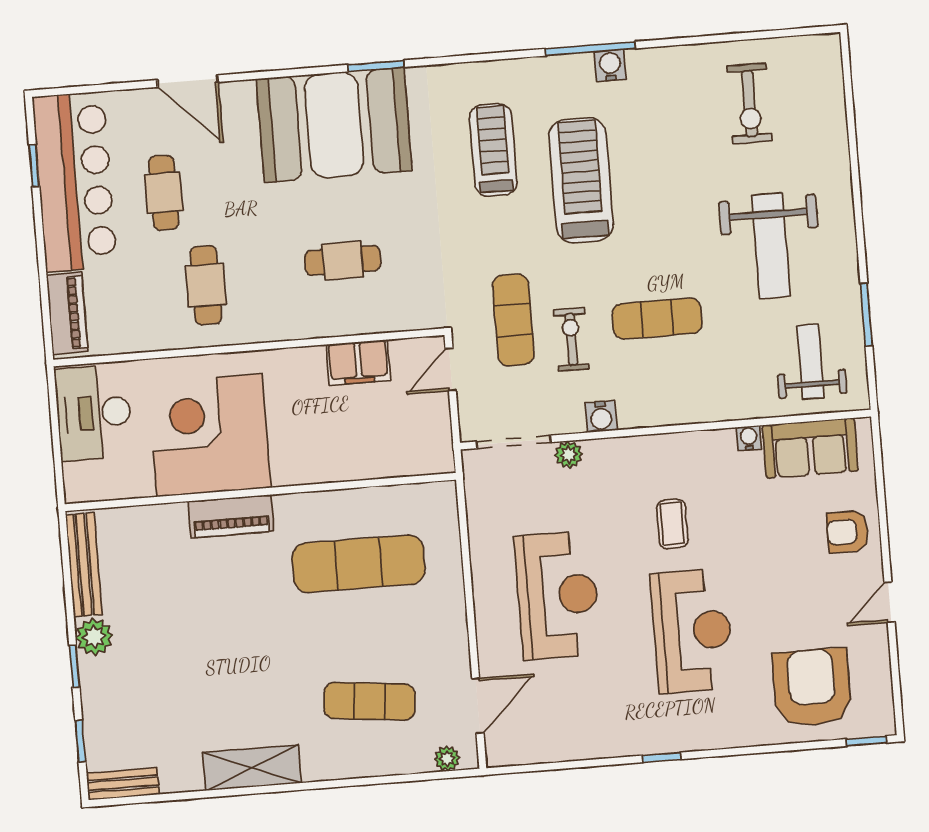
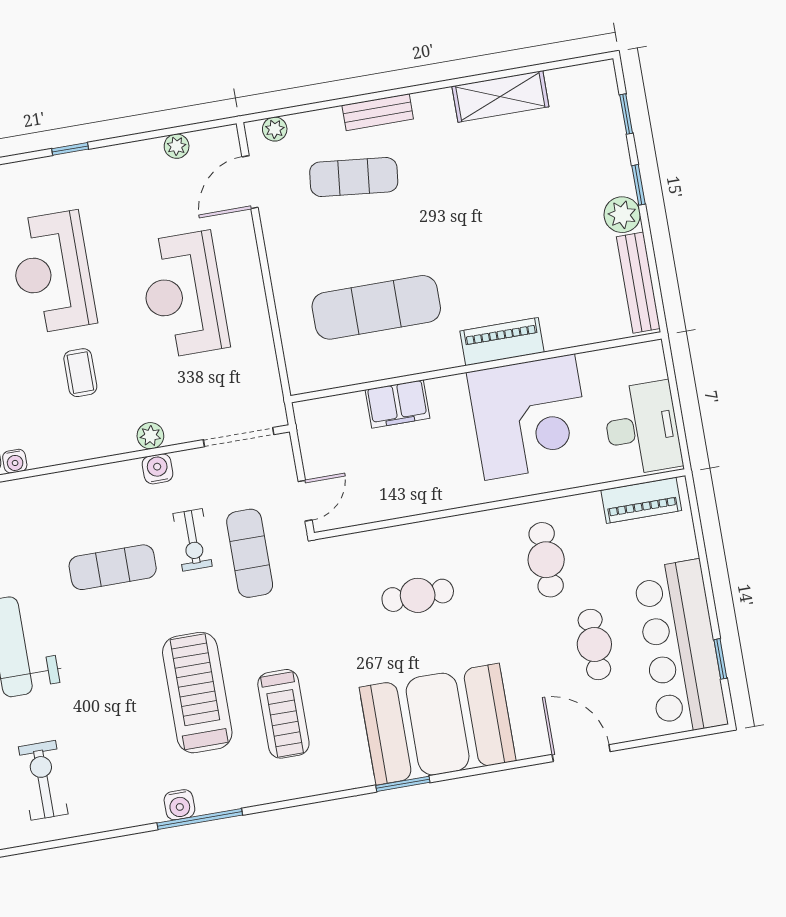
treadmill: (581, 180) -> (197, 693), turned 180
piano: (67, 313) -> (641, 500), moved, turned -90
filing cabinet: (358, 362) -> (397, 404), moved, turned 180
plant: (569, 455) -> (150, 436), moved
plant: (551, 750) -> (177, 146), added
shelving: (252, 768) -> (500, 96), moved
bench: (123, 784) -> (378, 112), moved

